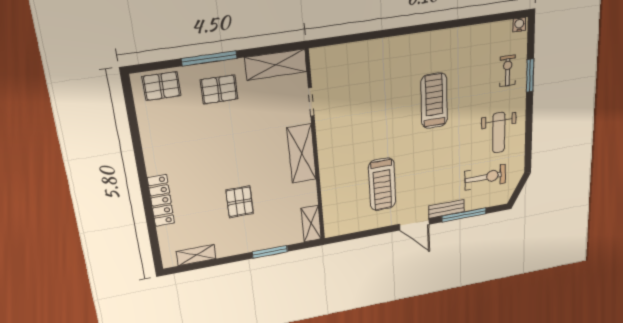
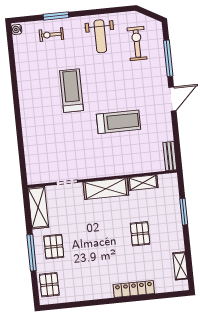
treadmill: (434, 101) -> (71, 91), turned 90
weight bench: (499, 133) -> (100, 36), turned 90
treadmill: (382, 184) -> (119, 122), moved
pallet: (240, 202) -> (140, 234), turned 90
bench: (446, 209) -> (170, 156), moved
shelving: (311, 224) -> (143, 183), moved

